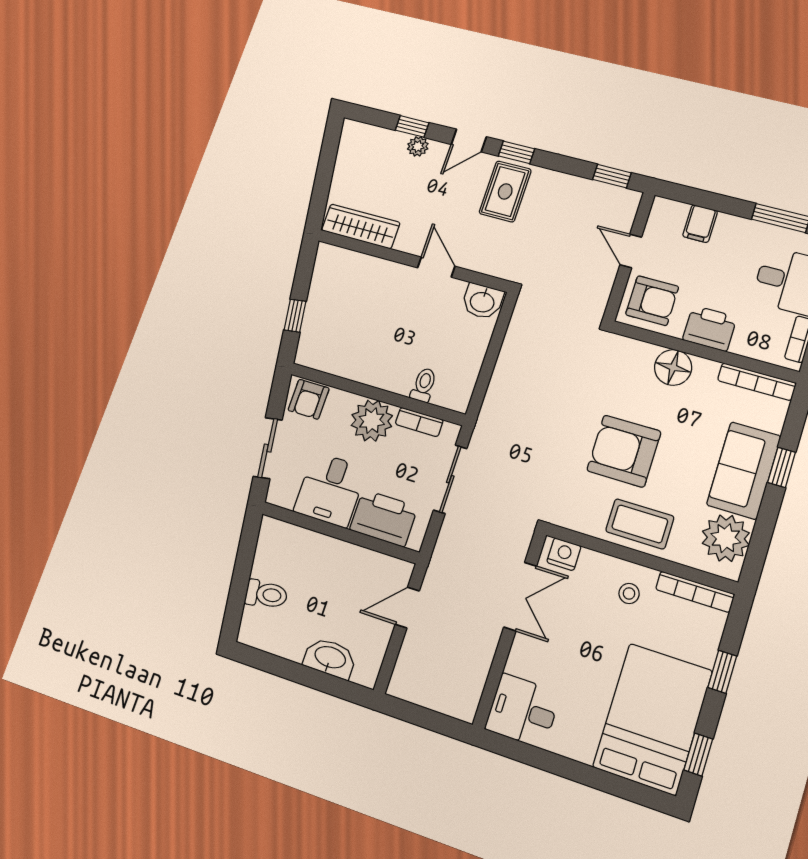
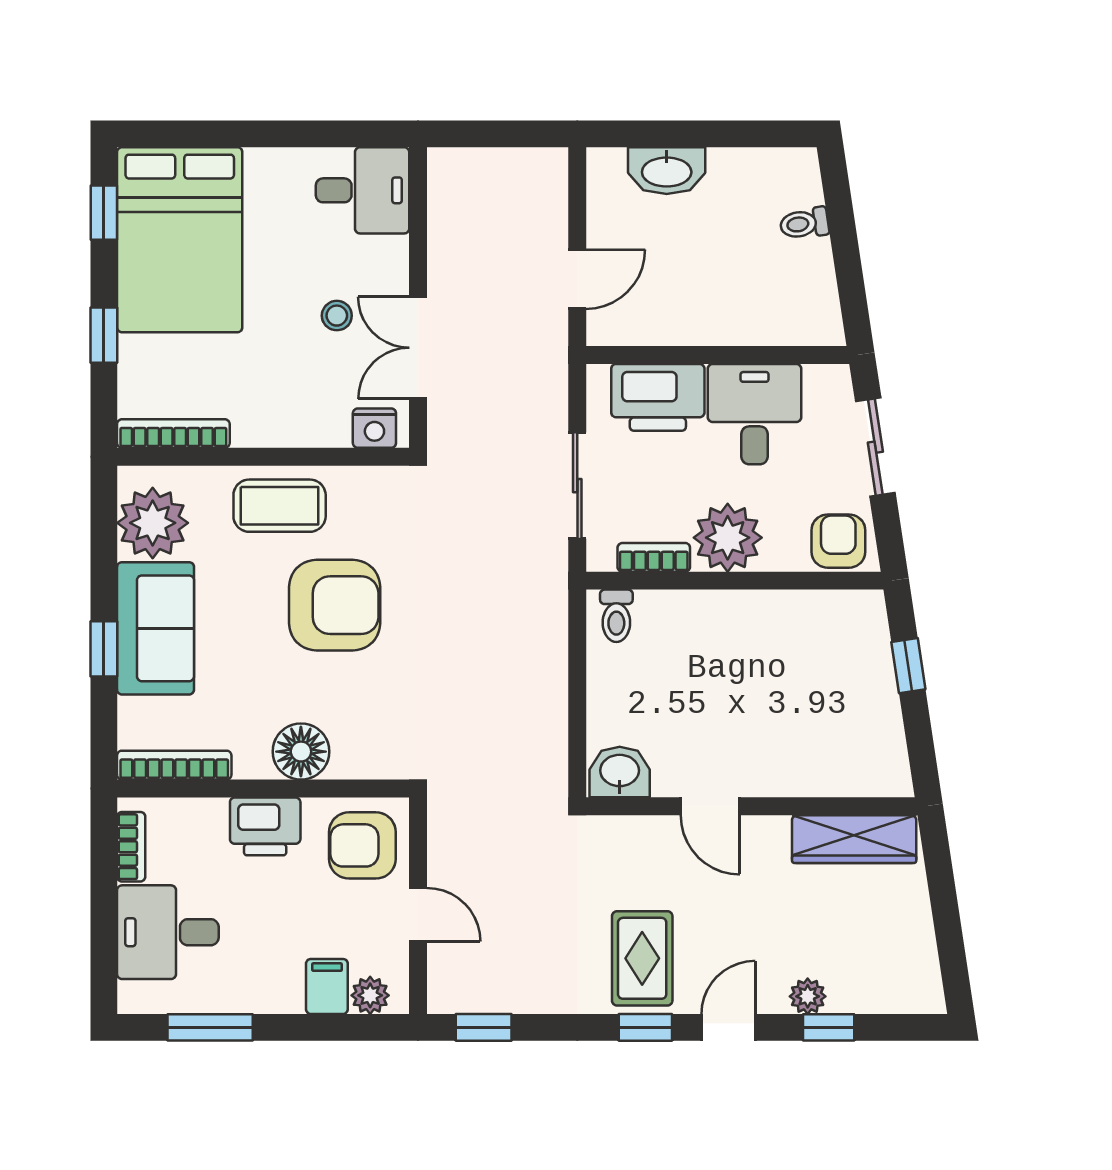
plant: (675, 212) -> (370, 995), added
toilet: (424, 385) -> (616, 616), moved
toilet: (266, 594) -> (804, 223), width x0.73, depth x0.72
stool: (629, 594) -> (337, 316), moved

